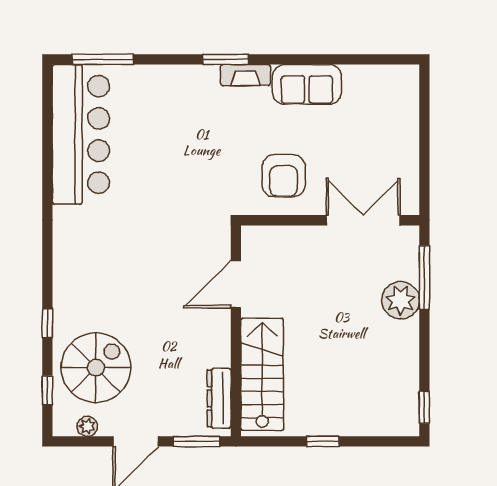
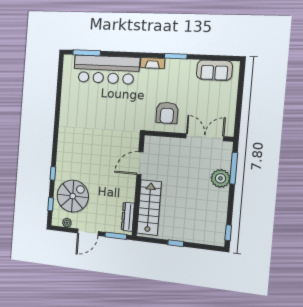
window: (226, 59) -> (176, 56), moved
sofa: (307, 84) -> (214, 70), moved
bar counter: (81, 134) -> (106, 70), moved, turned 90

